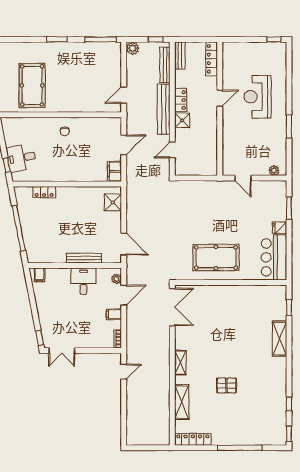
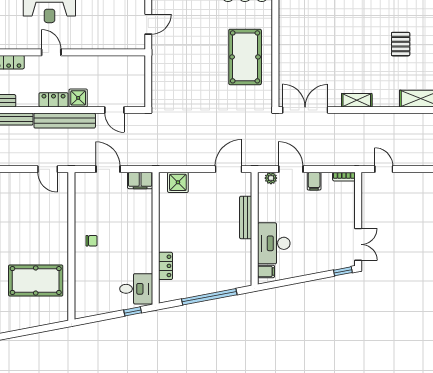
desk: (22, 158) -> (136, 289), moved, turned -79
desk: (83, 281) -> (274, 243), moved, width x1.37
shelving: (180, 363) -> (357, 100), moved

